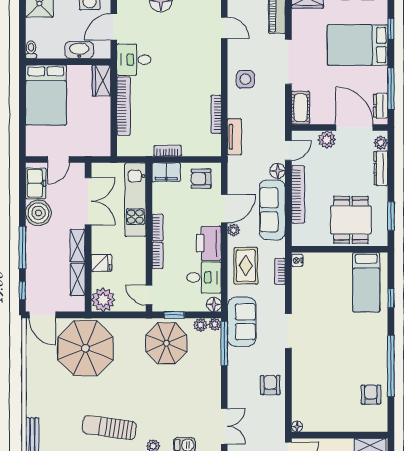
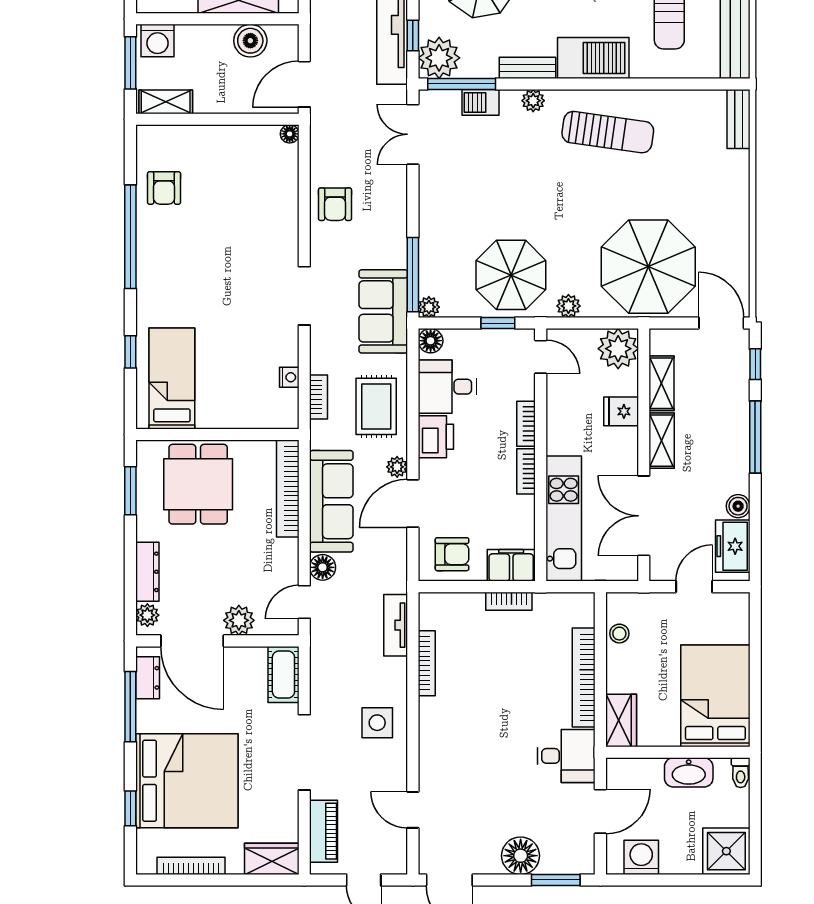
bed: (358, 45) -> (187, 781), width x1.36
washbasin: (79, 50) -> (689, 772), moved
stool: (102, 132) -> (619, 634), added
bookcase: (298, 194) -> (288, 489), moved
boiler: (38, 213) -> (738, 506), width x0.54, depth x0.54
printer: (209, 243) -> (436, 437), width x0.73, depth x0.84
nightstand: (297, 260) -> (289, 377), moved
plant: (200, 325) -> (568, 306), moved

